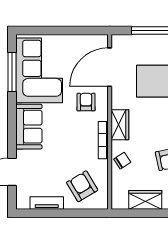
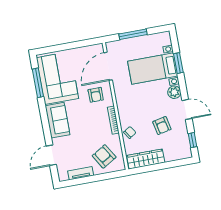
armchair: (86, 102) -> (96, 95), turned 180
wardrobe: (120, 125) -> (123, 107), removed
wardrobe: (145, 200) -> (146, 159), width x1.50

